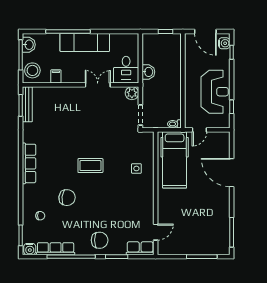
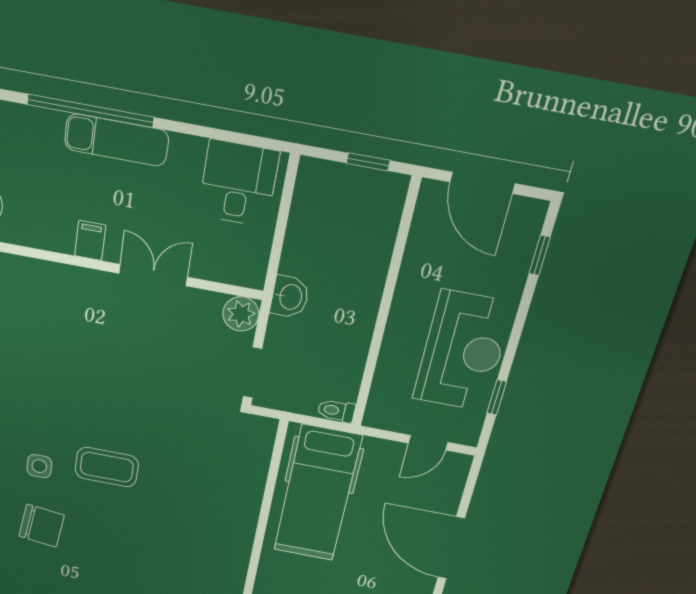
exam couch: (85, 42) -> (117, 140), width x0.73, depth x0.69
water cooler: (224, 43) -> (526, 226), removed
desk: (126, 70) -> (238, 183), moved, turned 180
washbasin: (148, 72) -> (290, 297), moved
filing cabinet: (56, 76) -> (90, 241), moved
door: (199, 130) -> (428, 443), moved
side table: (136, 168) -> (39, 466), moved

